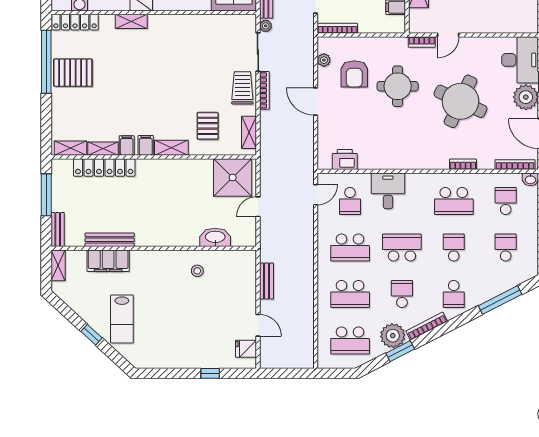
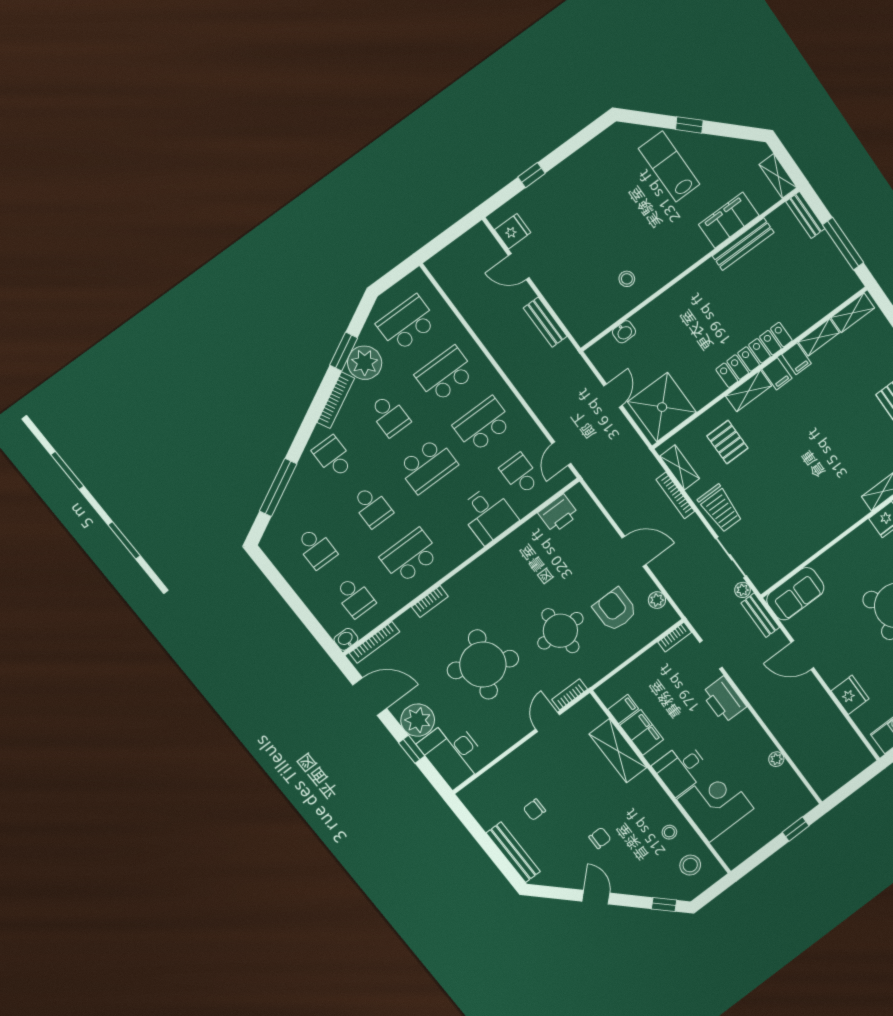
bookcase: (337, 28) -> (675, 637), width x0.64
bookcase: (264, 90) -> (675, 495), moved
locker: (104, 167) -> (754, 355), moved
washbasin: (215, 237) -> (624, 332), width x0.52, depth x0.69

